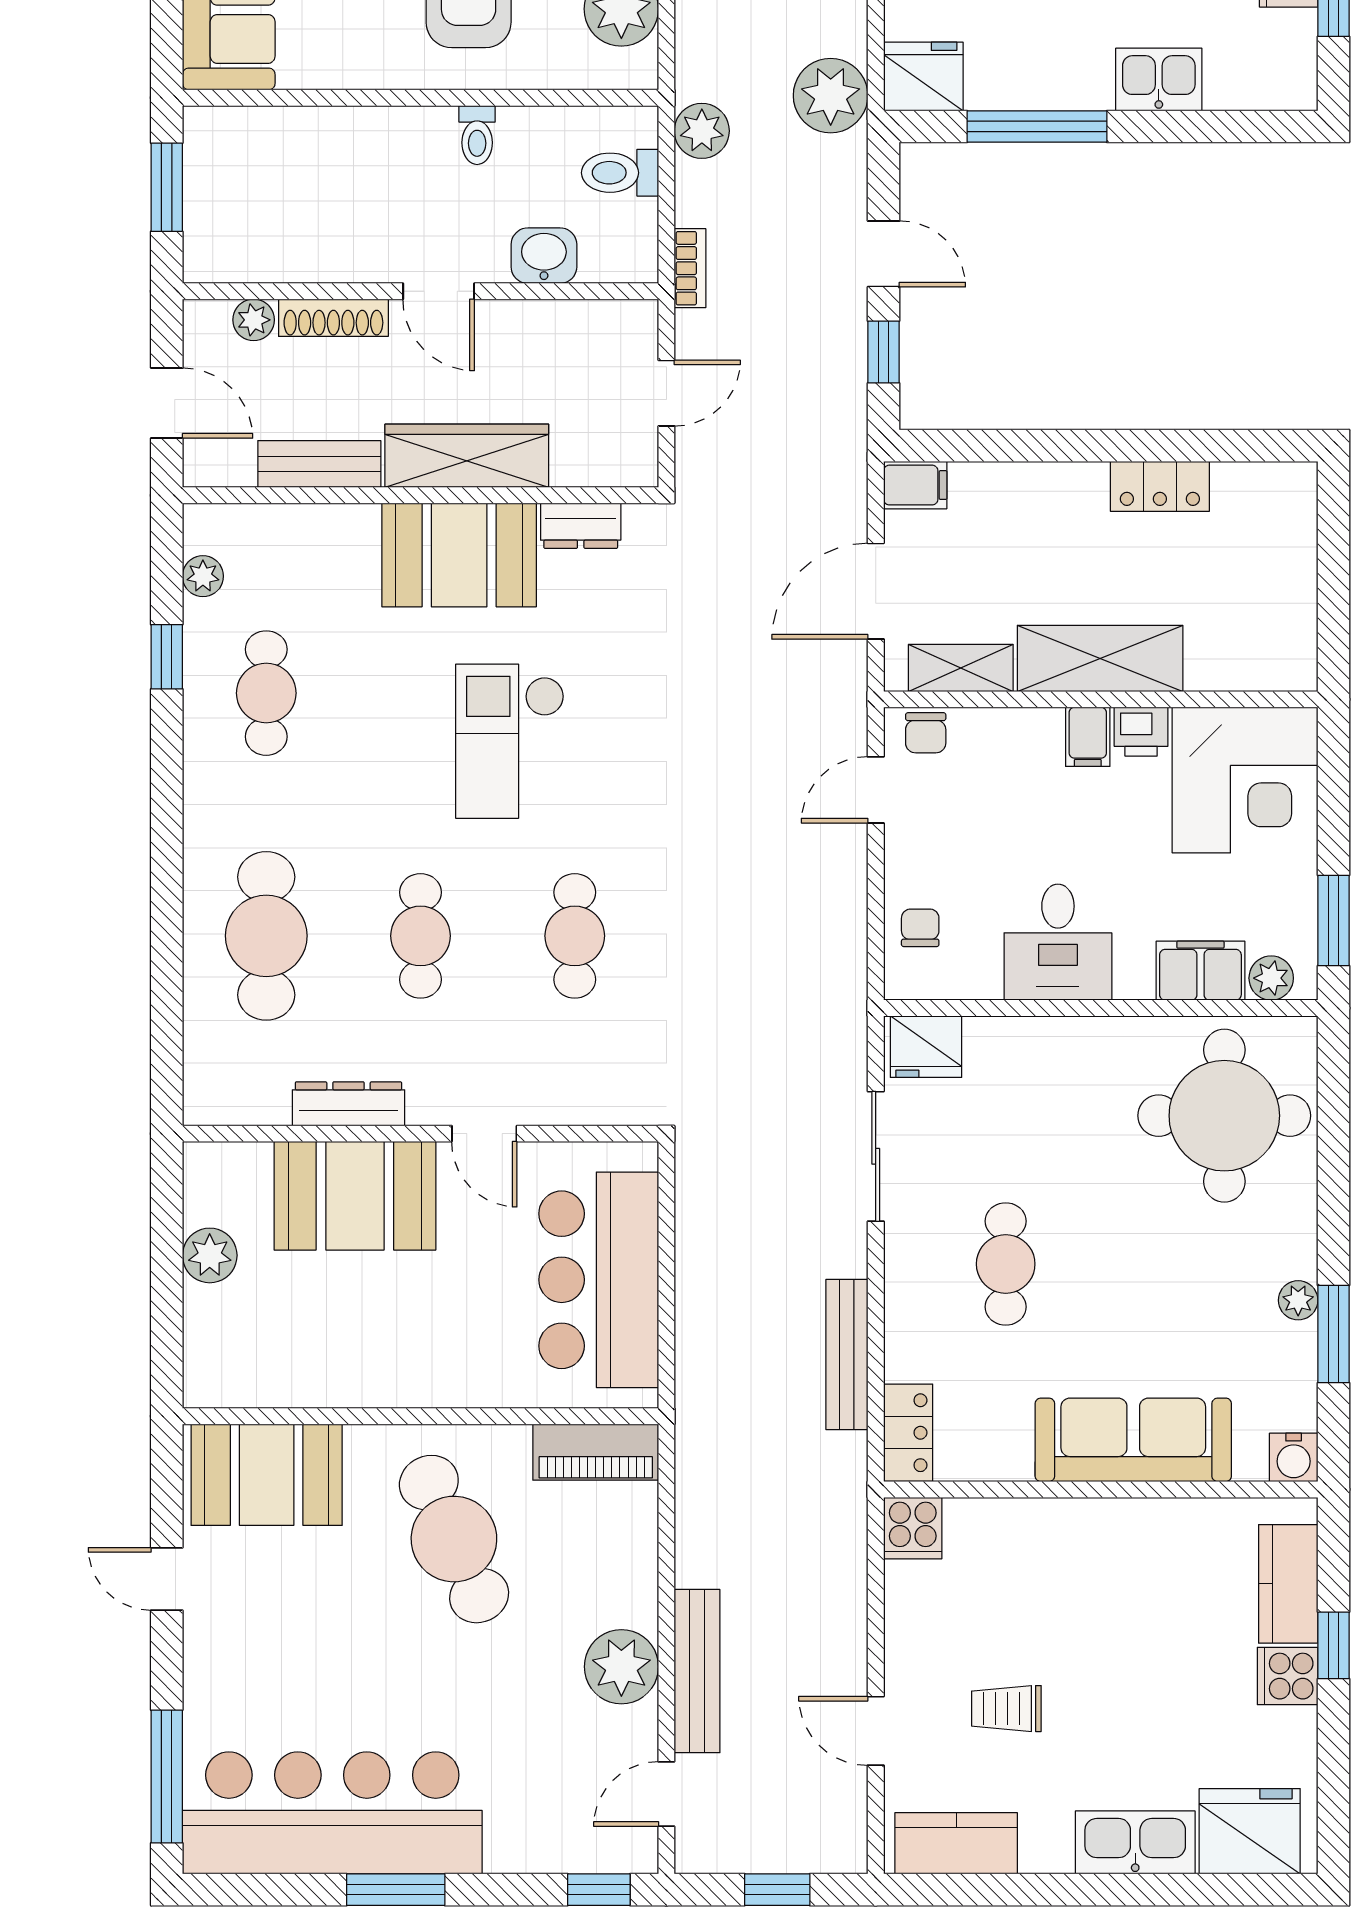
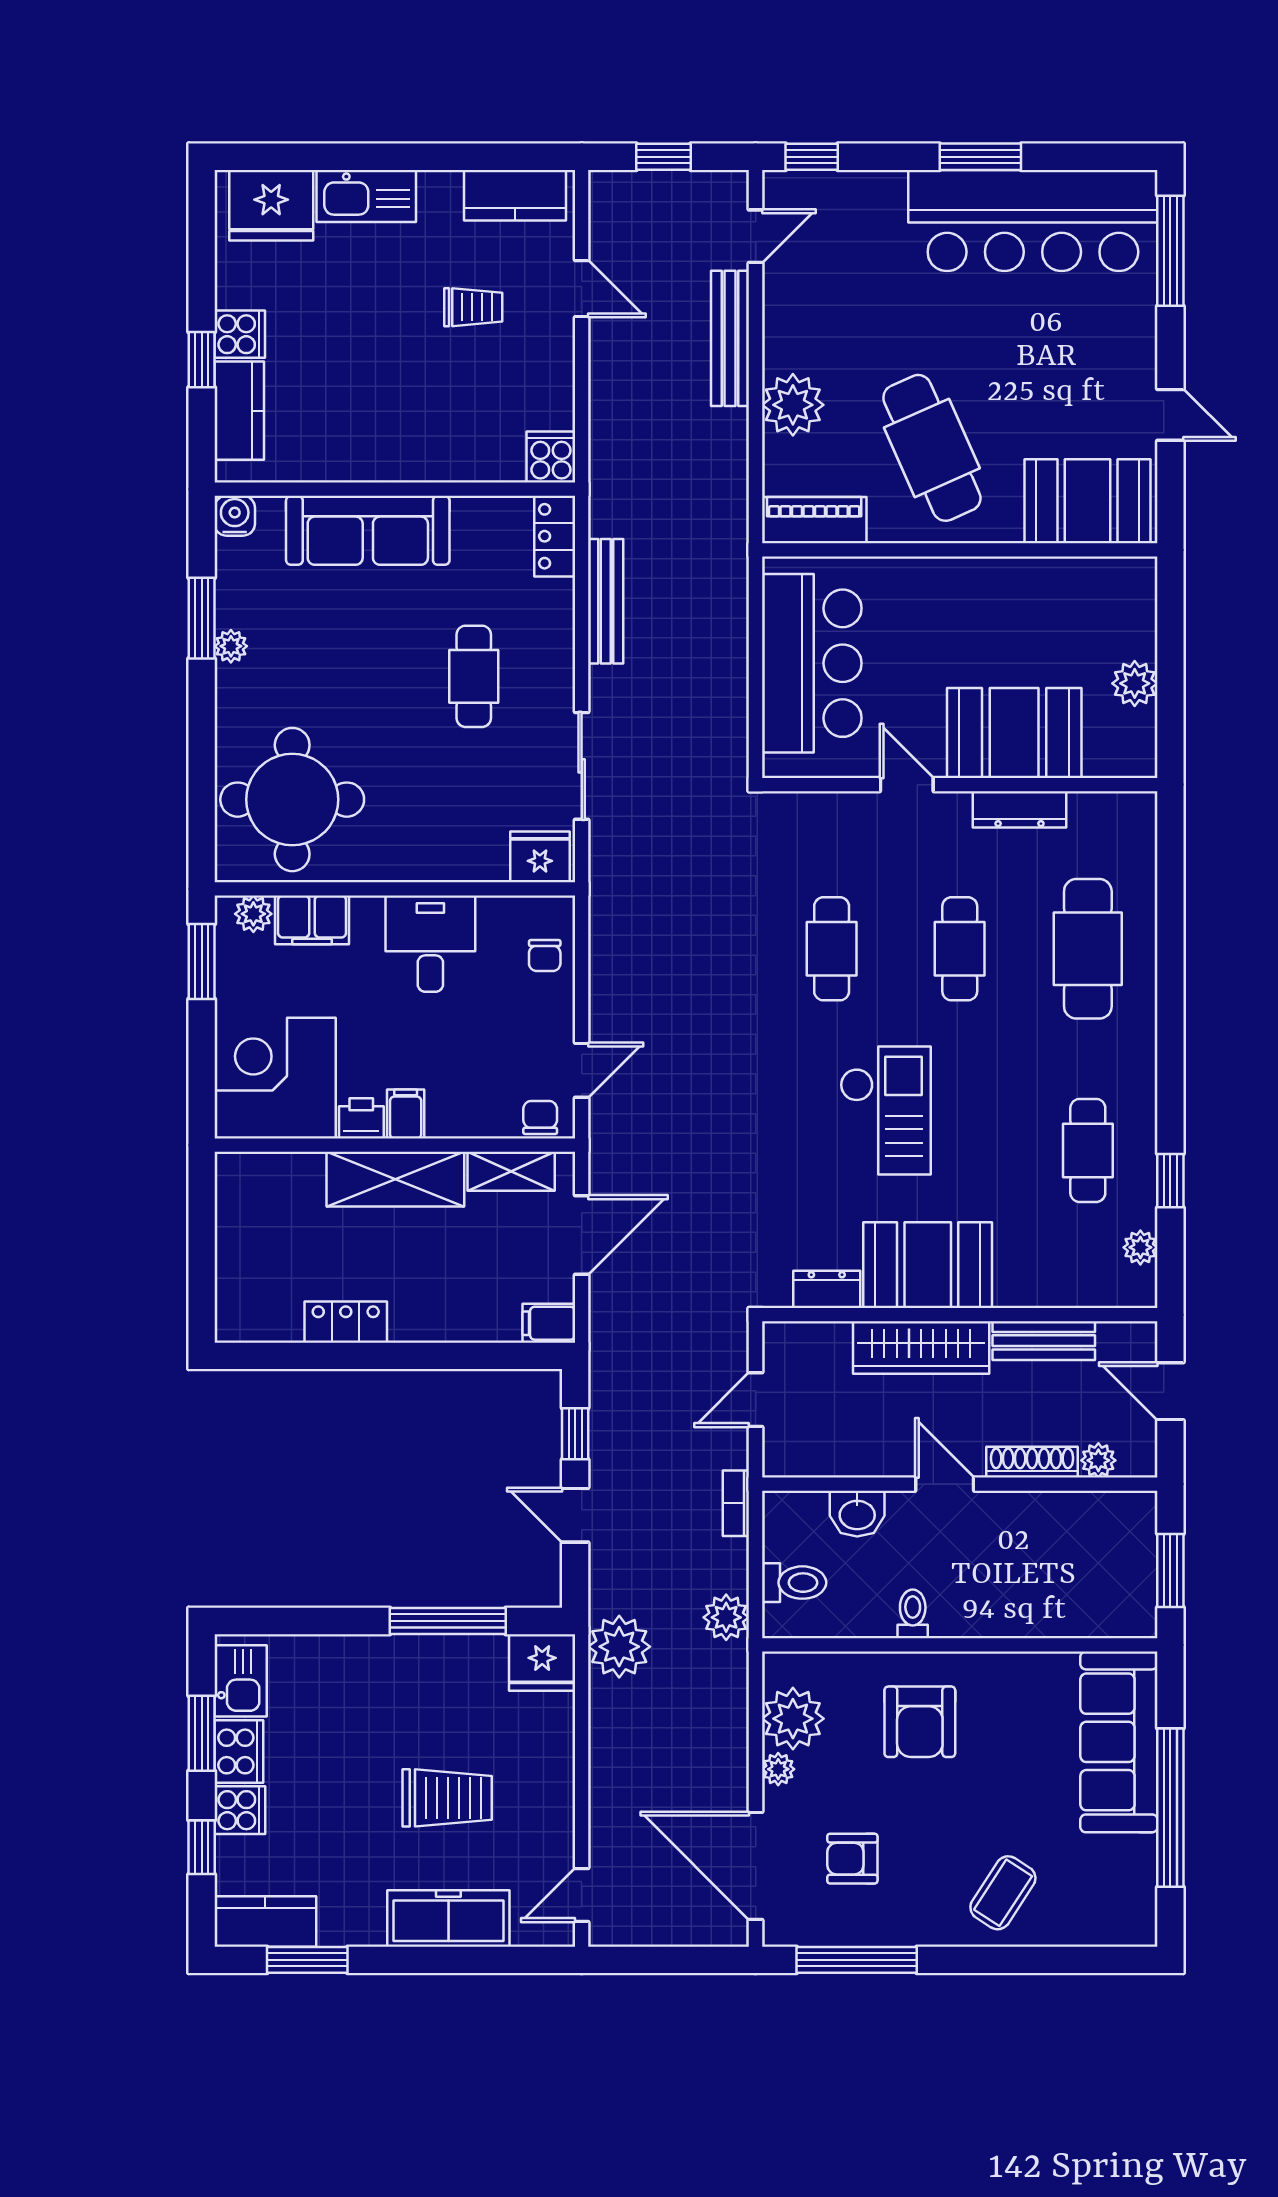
kitchen sink: (1159, 79) -> (241, 1681), moved, turned -90
plant: (621, 1667) -> (793, 405), moved

